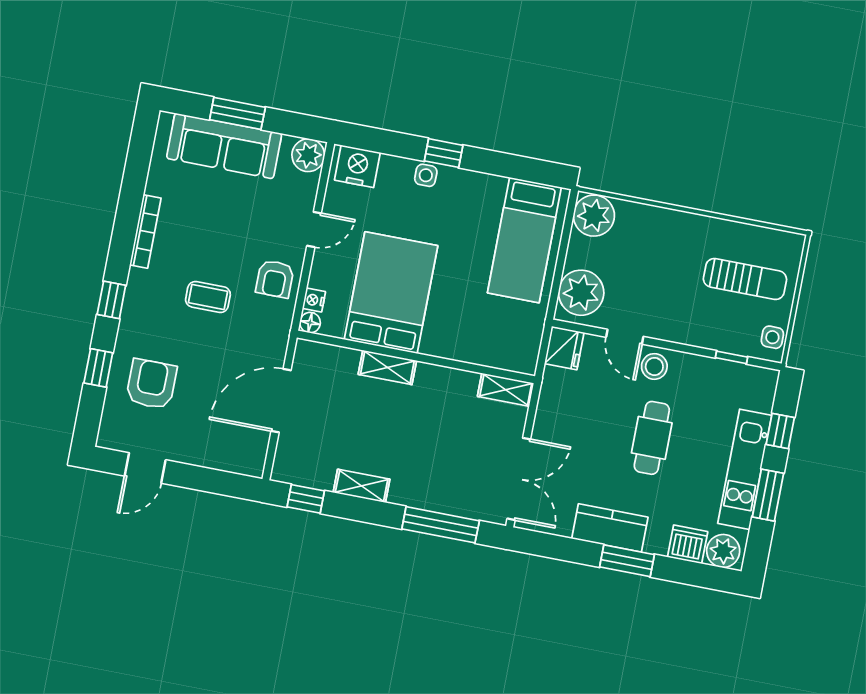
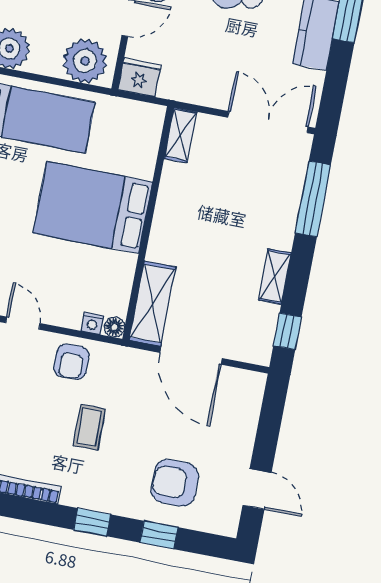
armchair: (275, 279) -> (71, 362), turned 90
bed: (391, 293) -> (93, 207), moved
shelving: (387, 367) -> (152, 304), moved, width x1.50, depth x1.33

